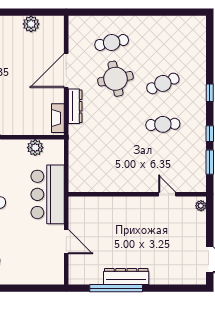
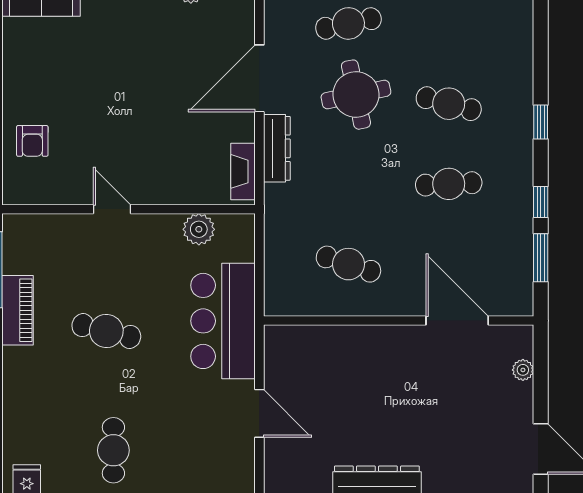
cafe table: (163, 83) -> (449, 104), turned 39
cafe table: (112, 165) -> (348, 264), added
door: (167, 194) -> (457, 321), width x1.88
plant: (201, 206) -> (523, 370), moved

